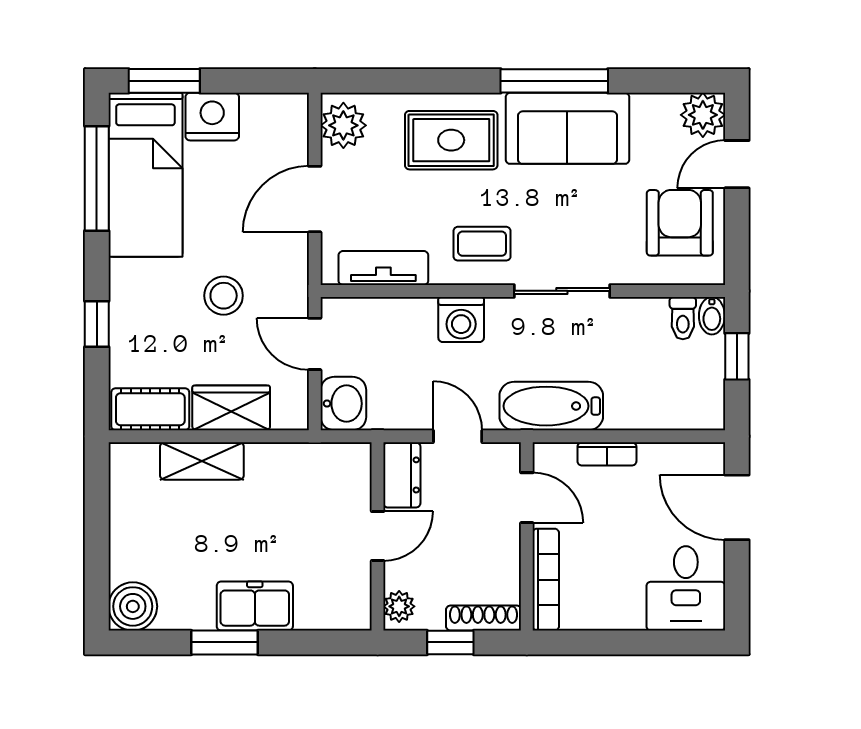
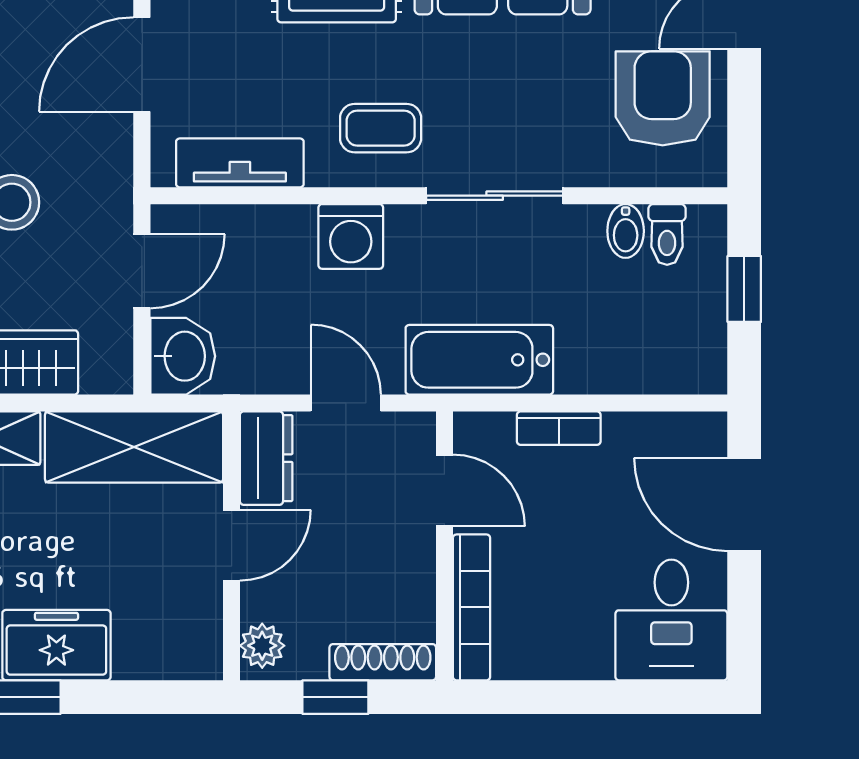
bidet: (712, 316) -> (626, 231), moved
door: (315, 344) -> (142, 271), swing flipped
shelving: (309, 467) -> (134, 447), added

